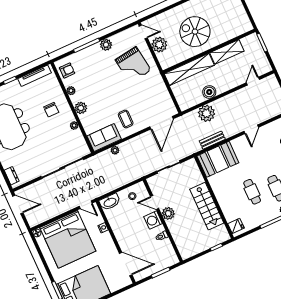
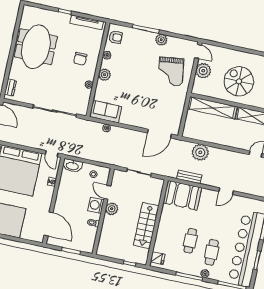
boiler: (209, 92) -> (215, 137), removed
coffee table: (126, 119) -> (133, 110), removed

